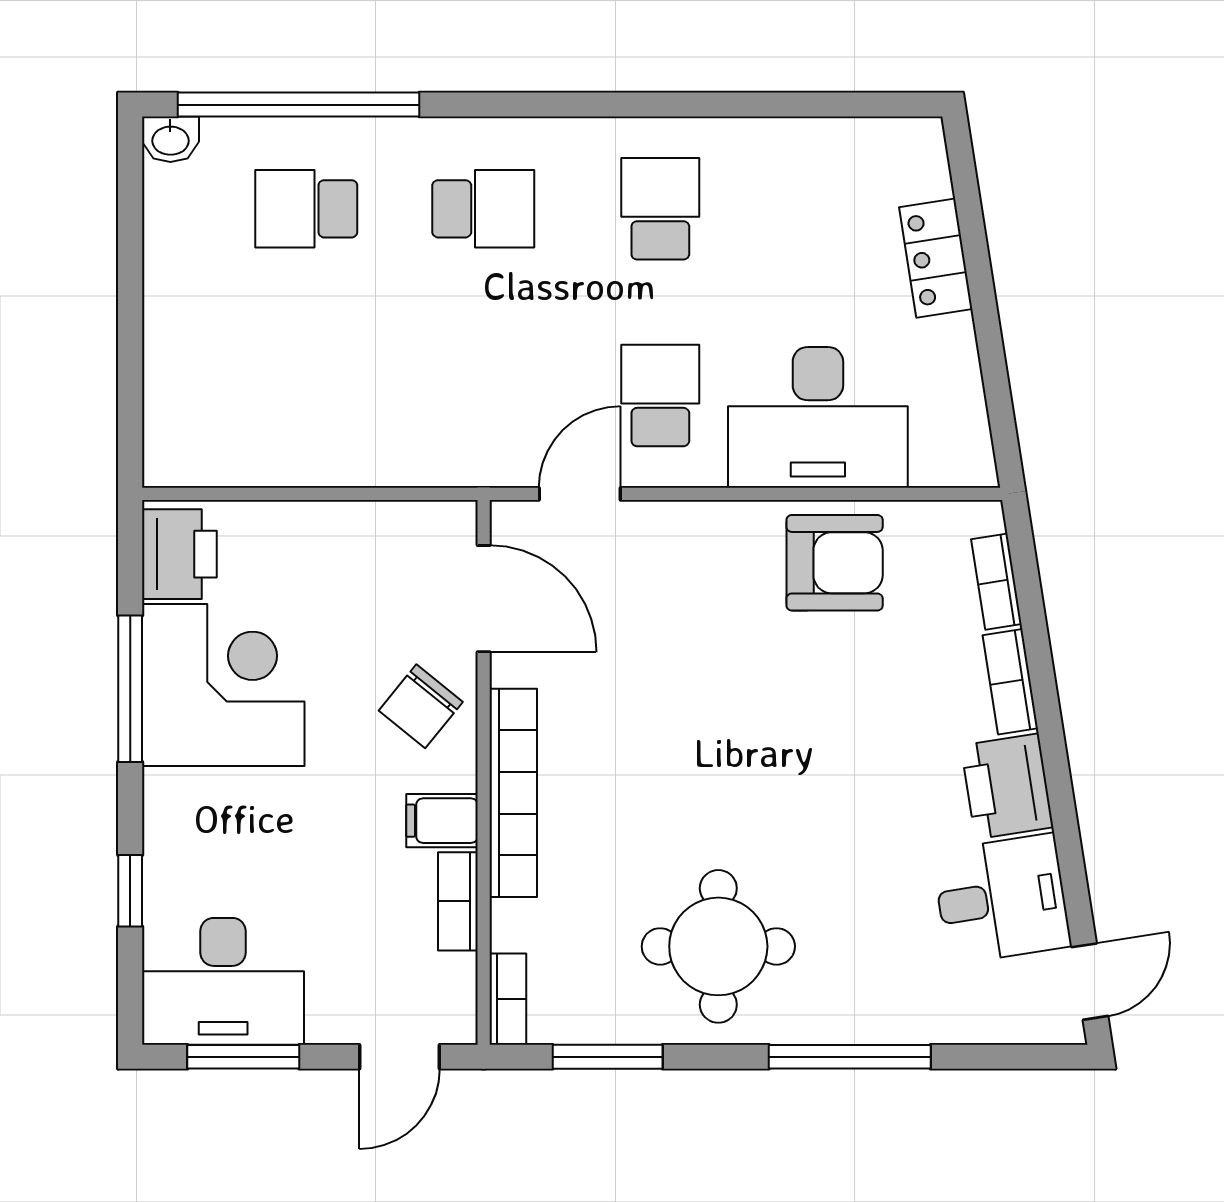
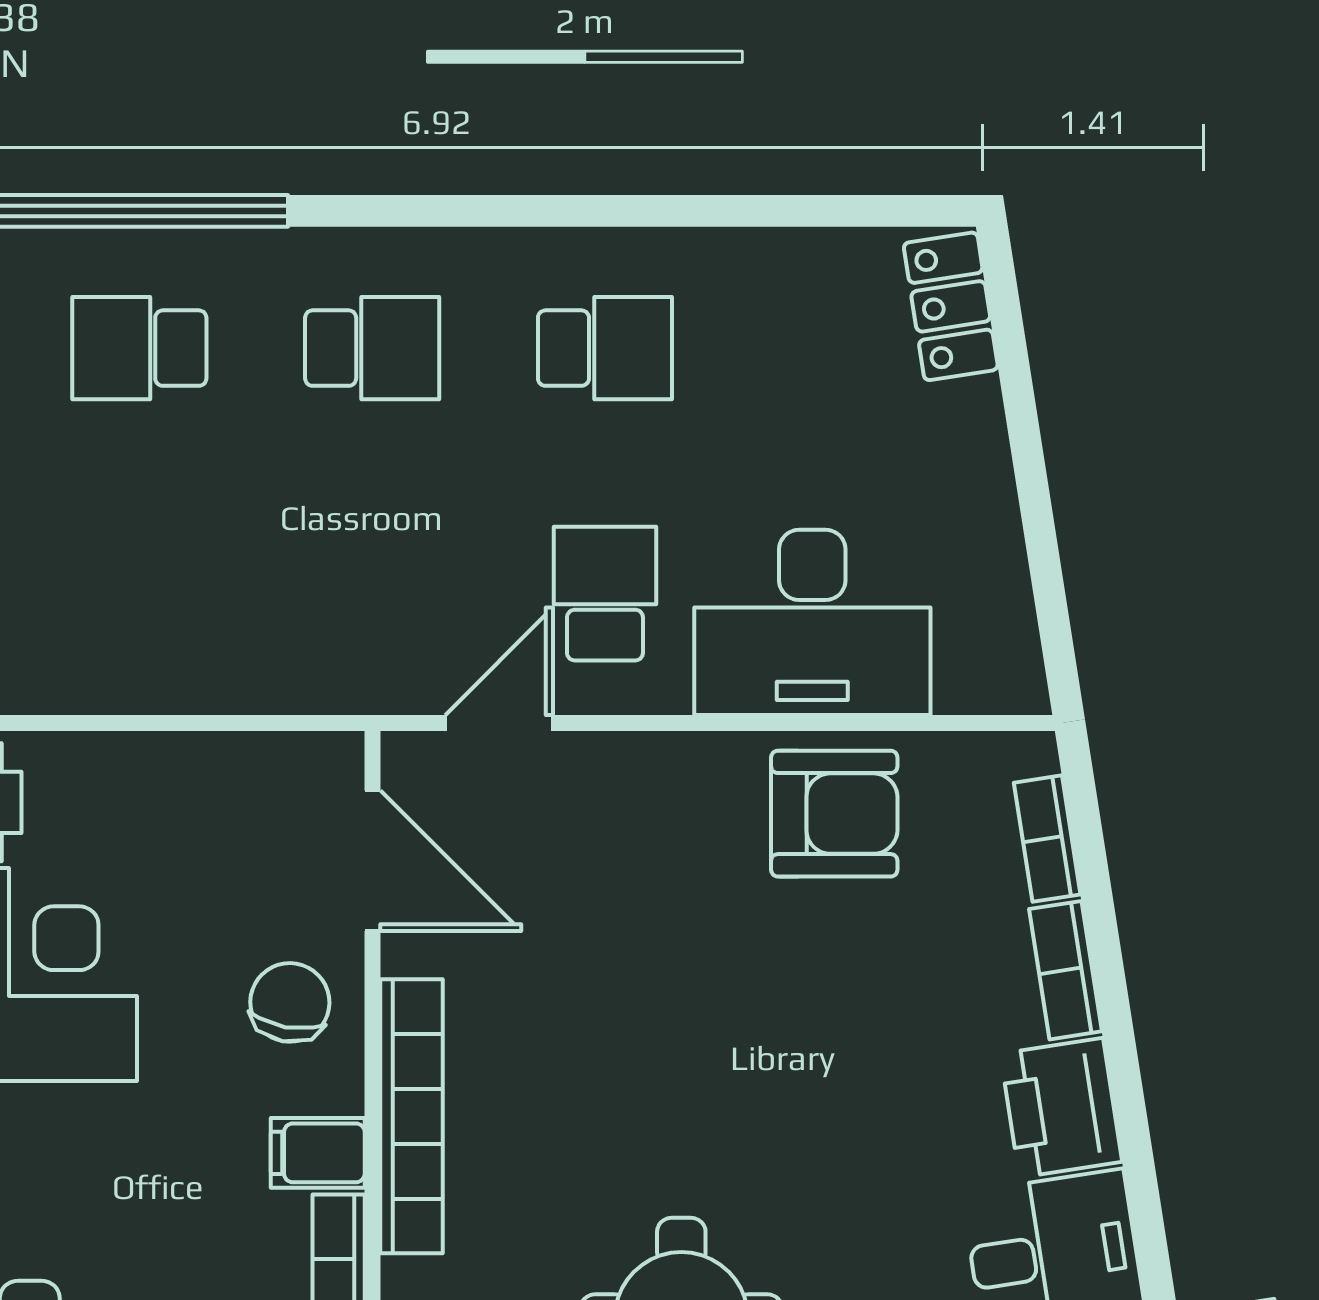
school desk: (660, 209) -> (605, 348), turned 90
locker: (936, 258) -> (951, 306), moved
chair: (421, 706) -> (290, 1002), turned 151

